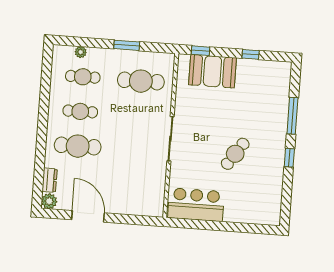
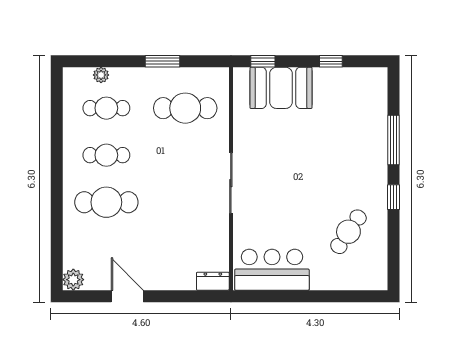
cafe table: (235, 154) -> (348, 232), moved
dresser: (50, 180) -> (213, 281), moved, turned -90
door: (88, 216) -> (127, 296), width x0.73

